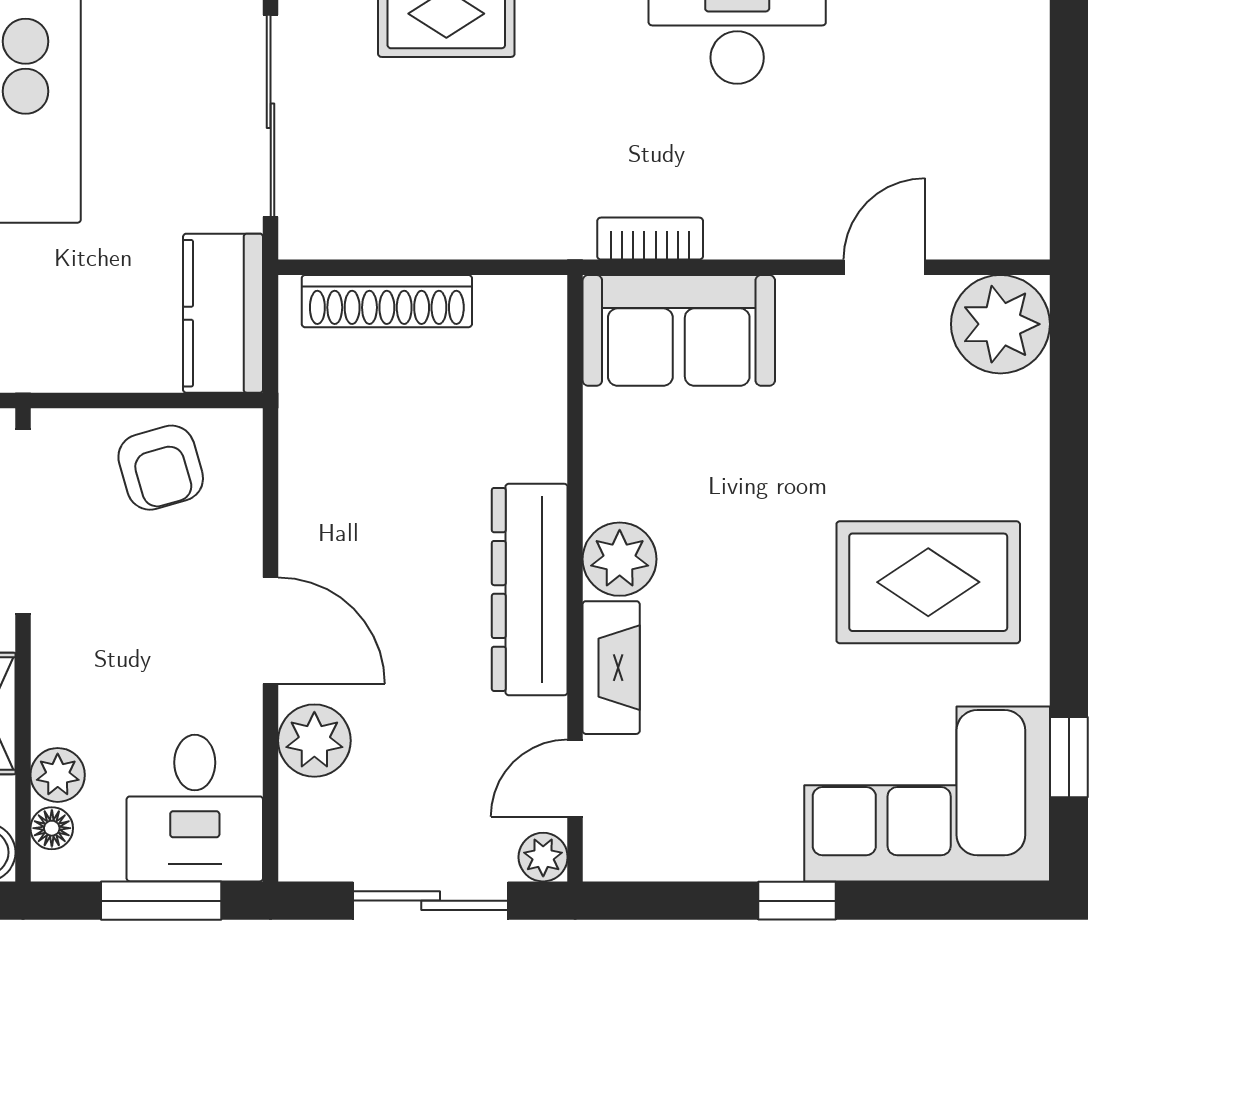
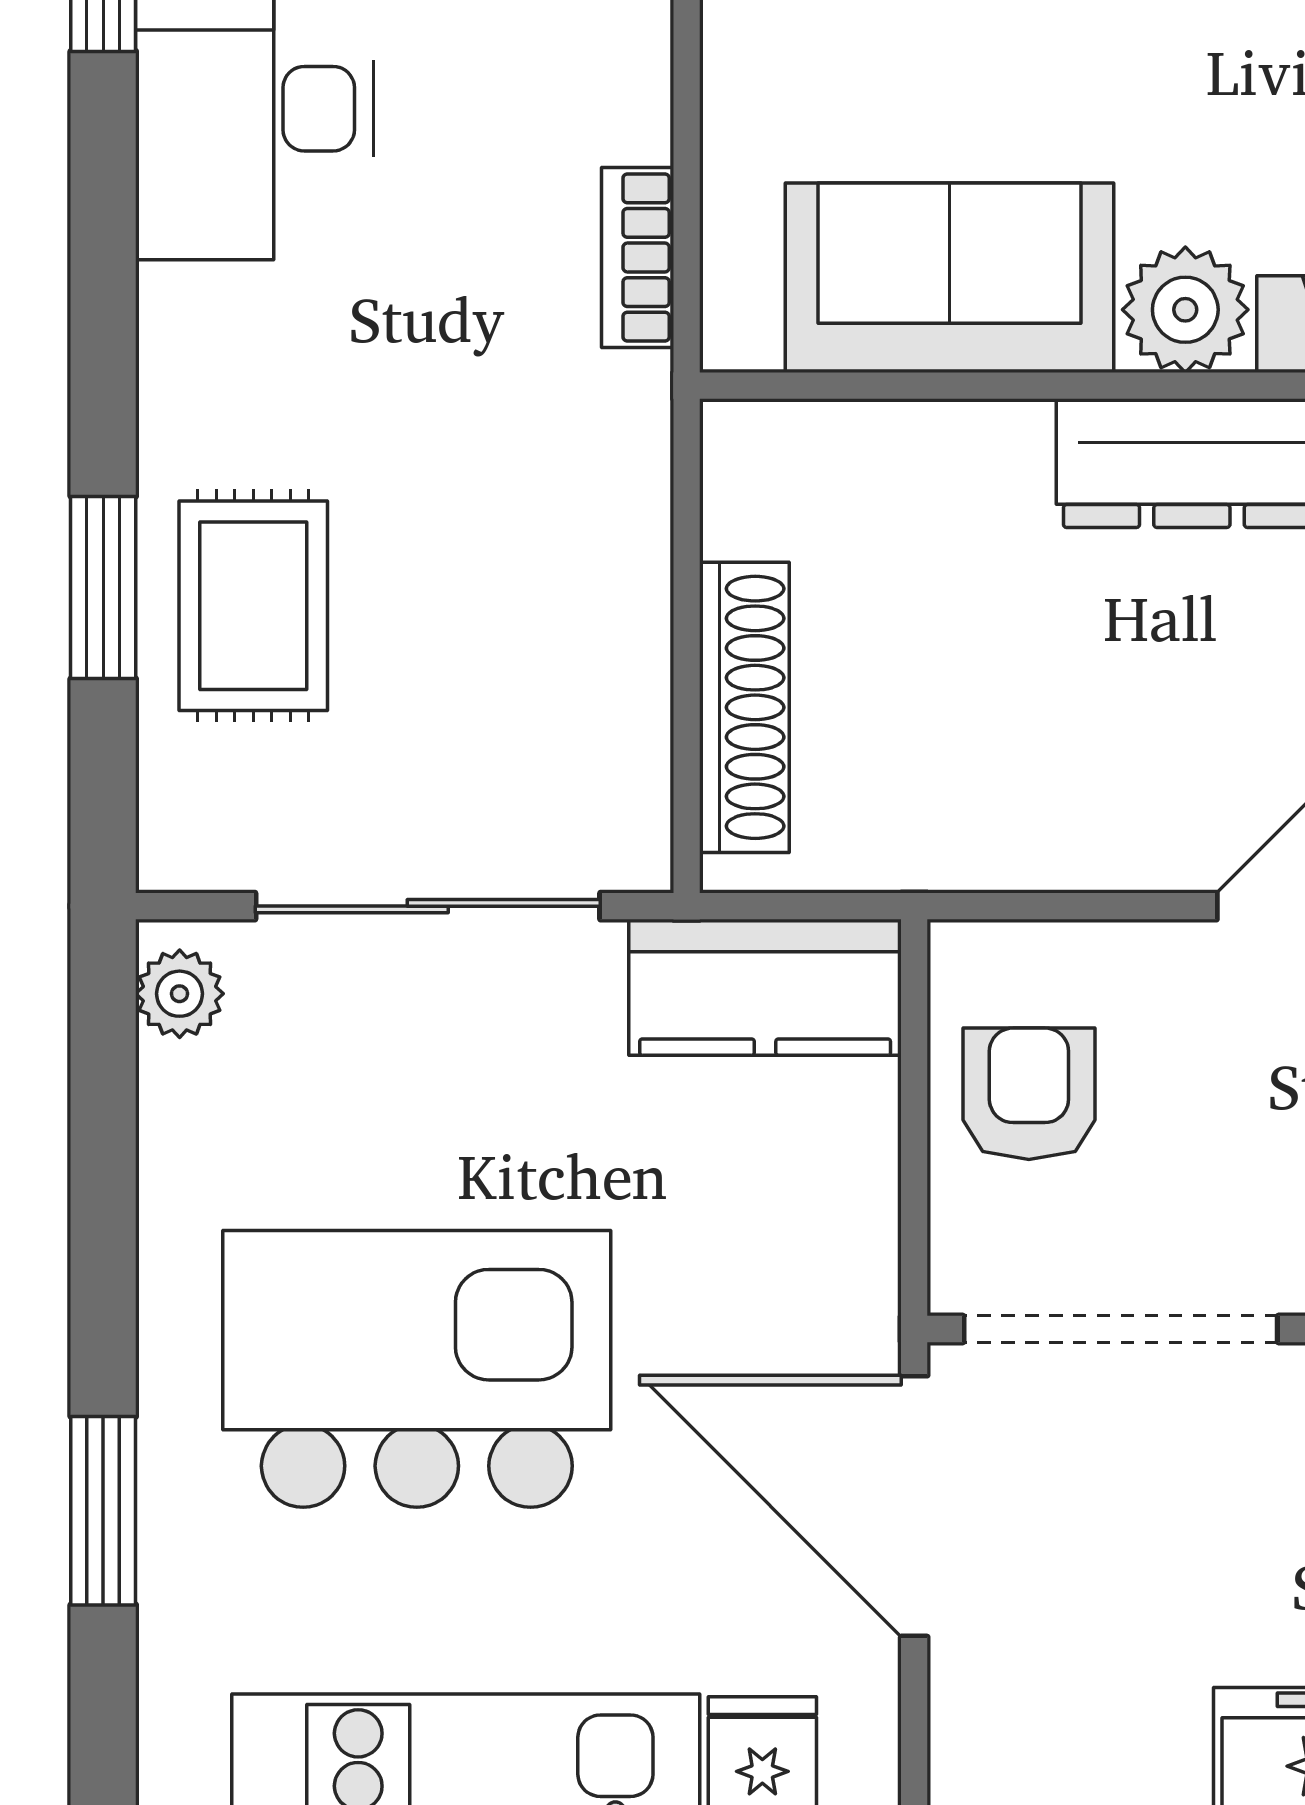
sofa: (679, 330) -> (950, 278), moved, turned -90
armchair: (161, 468) -> (1029, 1094), turned -74

